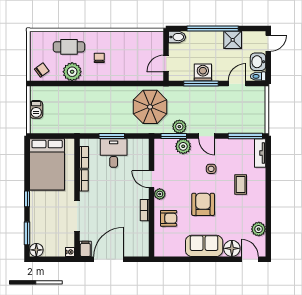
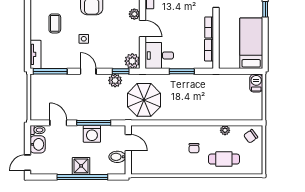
bidet: (177, 37) -> (117, 157), moved
shower: (233, 40) -> (81, 166), moved
door: (166, 63) -> (128, 143), hinge flipped
plant: (72, 72) -> (225, 130), width x0.53, depth x0.53
door: (237, 84) -> (58, 123), swing flipped
barbecue: (36, 109) -> (256, 83), moved
window: (174, 136) -> (121, 71), width x0.67
plant: (183, 146) -> (132, 61), moved
desk: (114, 153) -> (159, 55), moved, turned 90
bed: (47, 164) -> (251, 43), width x0.67

